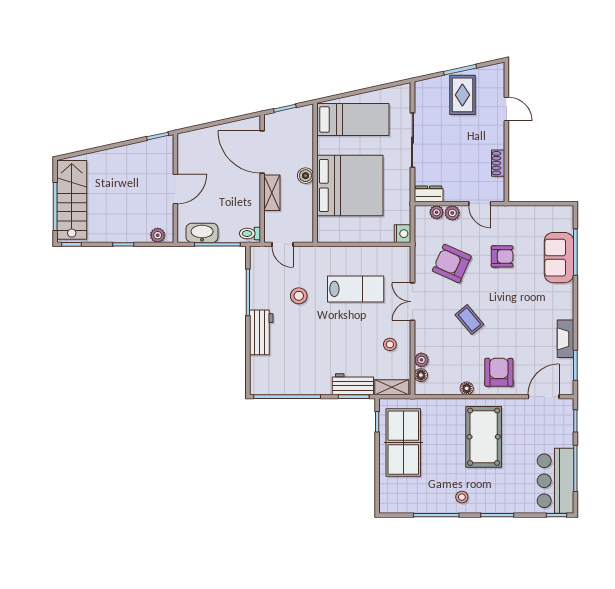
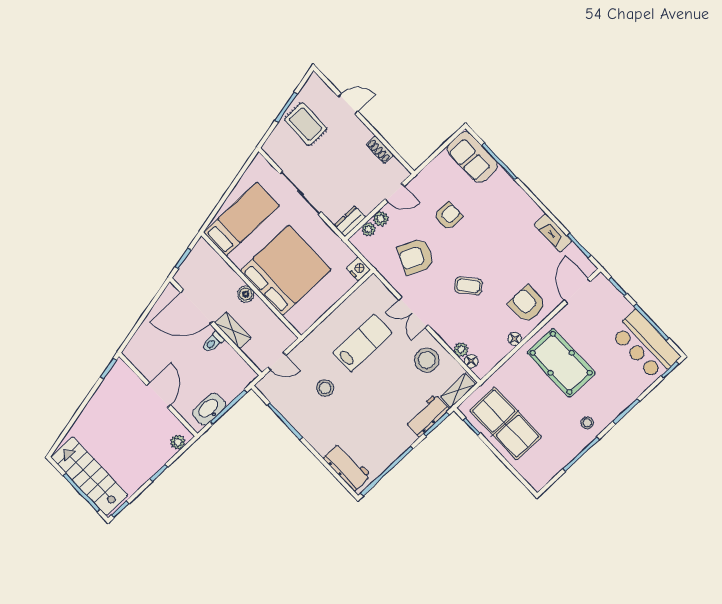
toilet: (250, 234) -> (213, 342), moved
sofa: (559, 258) -> (472, 157), moved
workbench: (261, 332) -> (347, 467), moved
stool: (390, 344) -> (427, 360), width x1.89, depth x1.89

